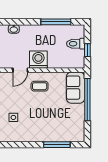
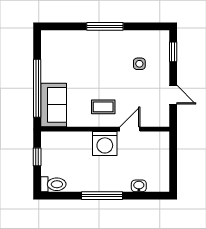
window: (56, 22) -> (102, 196), moved
toilet: (76, 44) -> (53, 184), moved
window: (57, 145) -> (105, 26), moved

